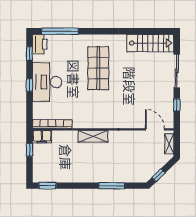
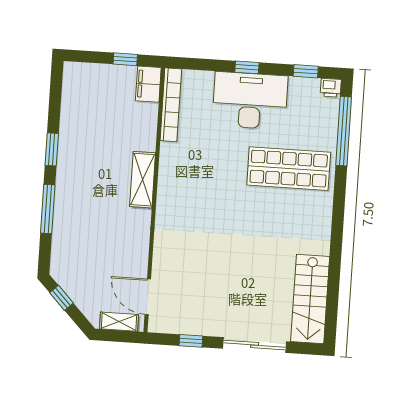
printer: (40, 44) -> (331, 88), width x0.53, depth x0.68
shop shelf: (98, 68) -> (289, 169), moved
door: (155, 129) -> (148, 297), swing flipped
window: (47, 186) -> (52, 149), moved

